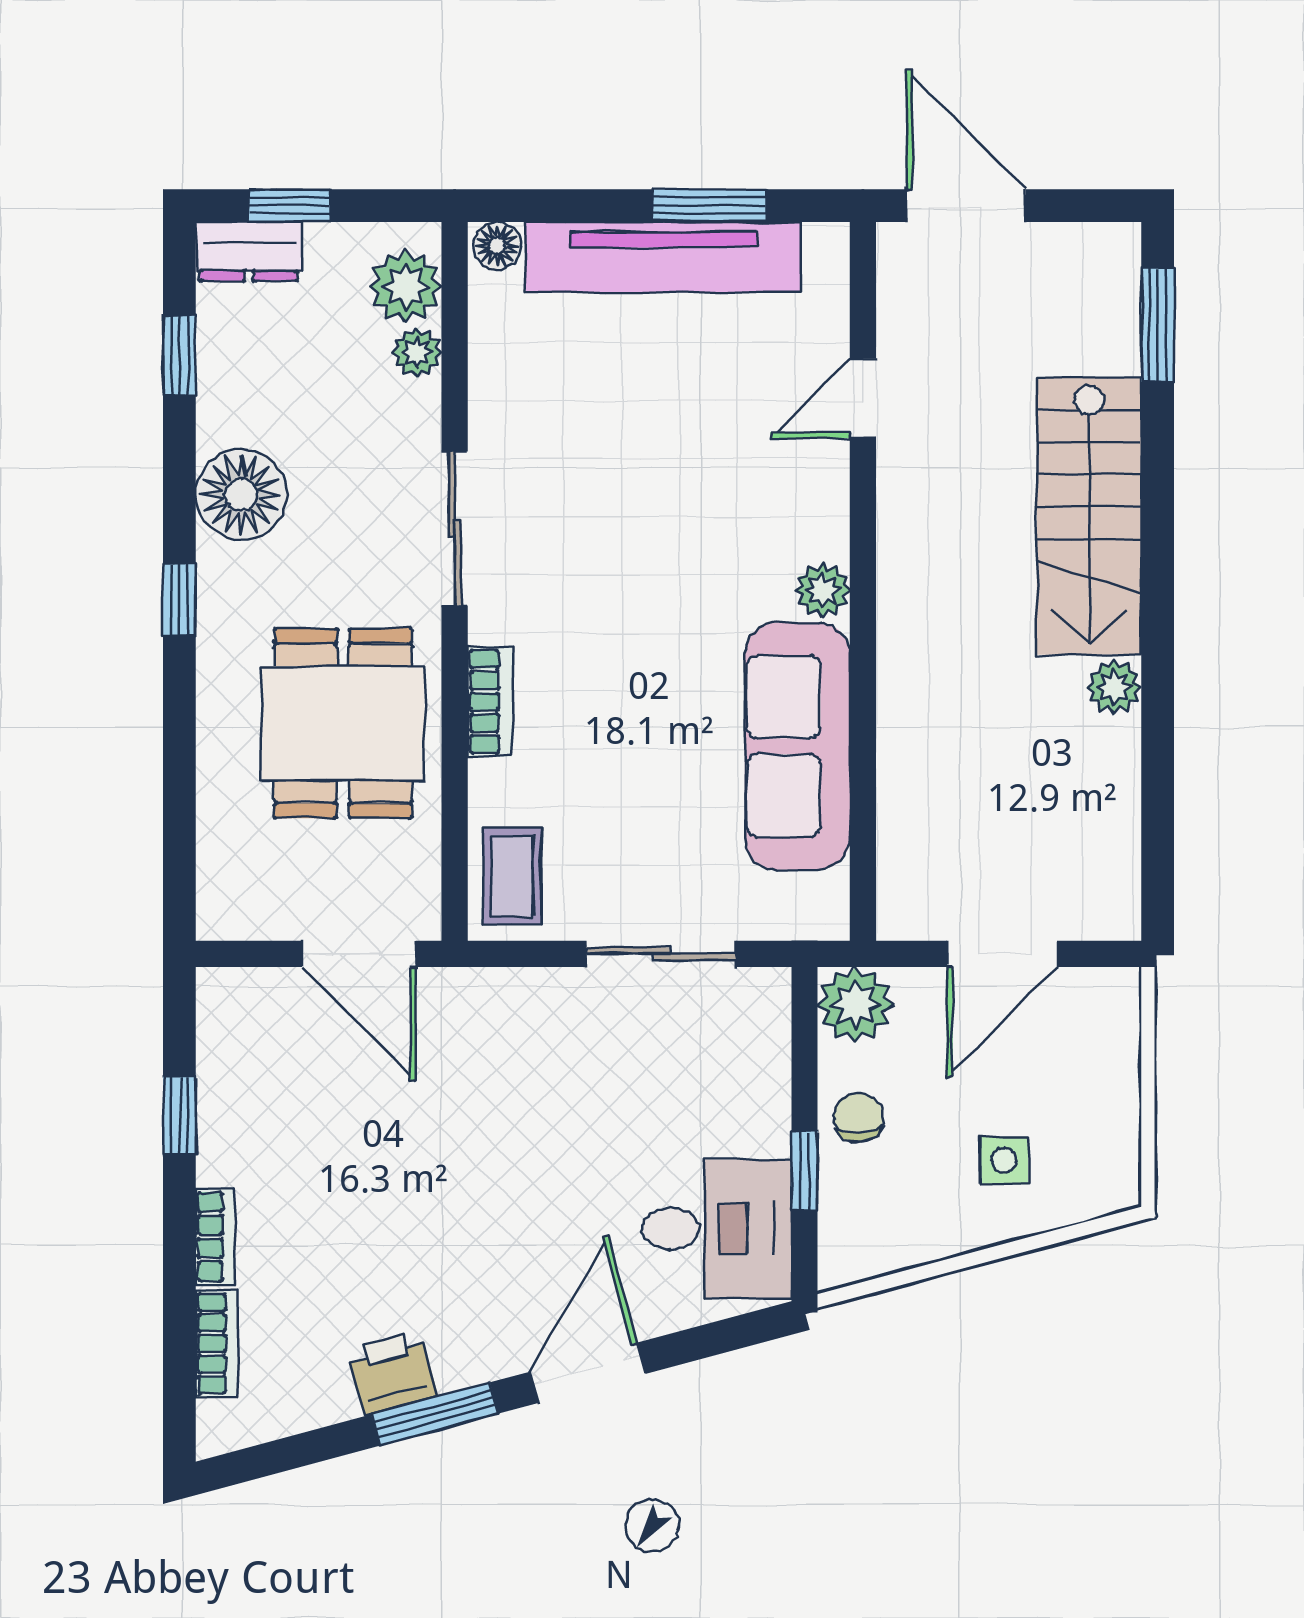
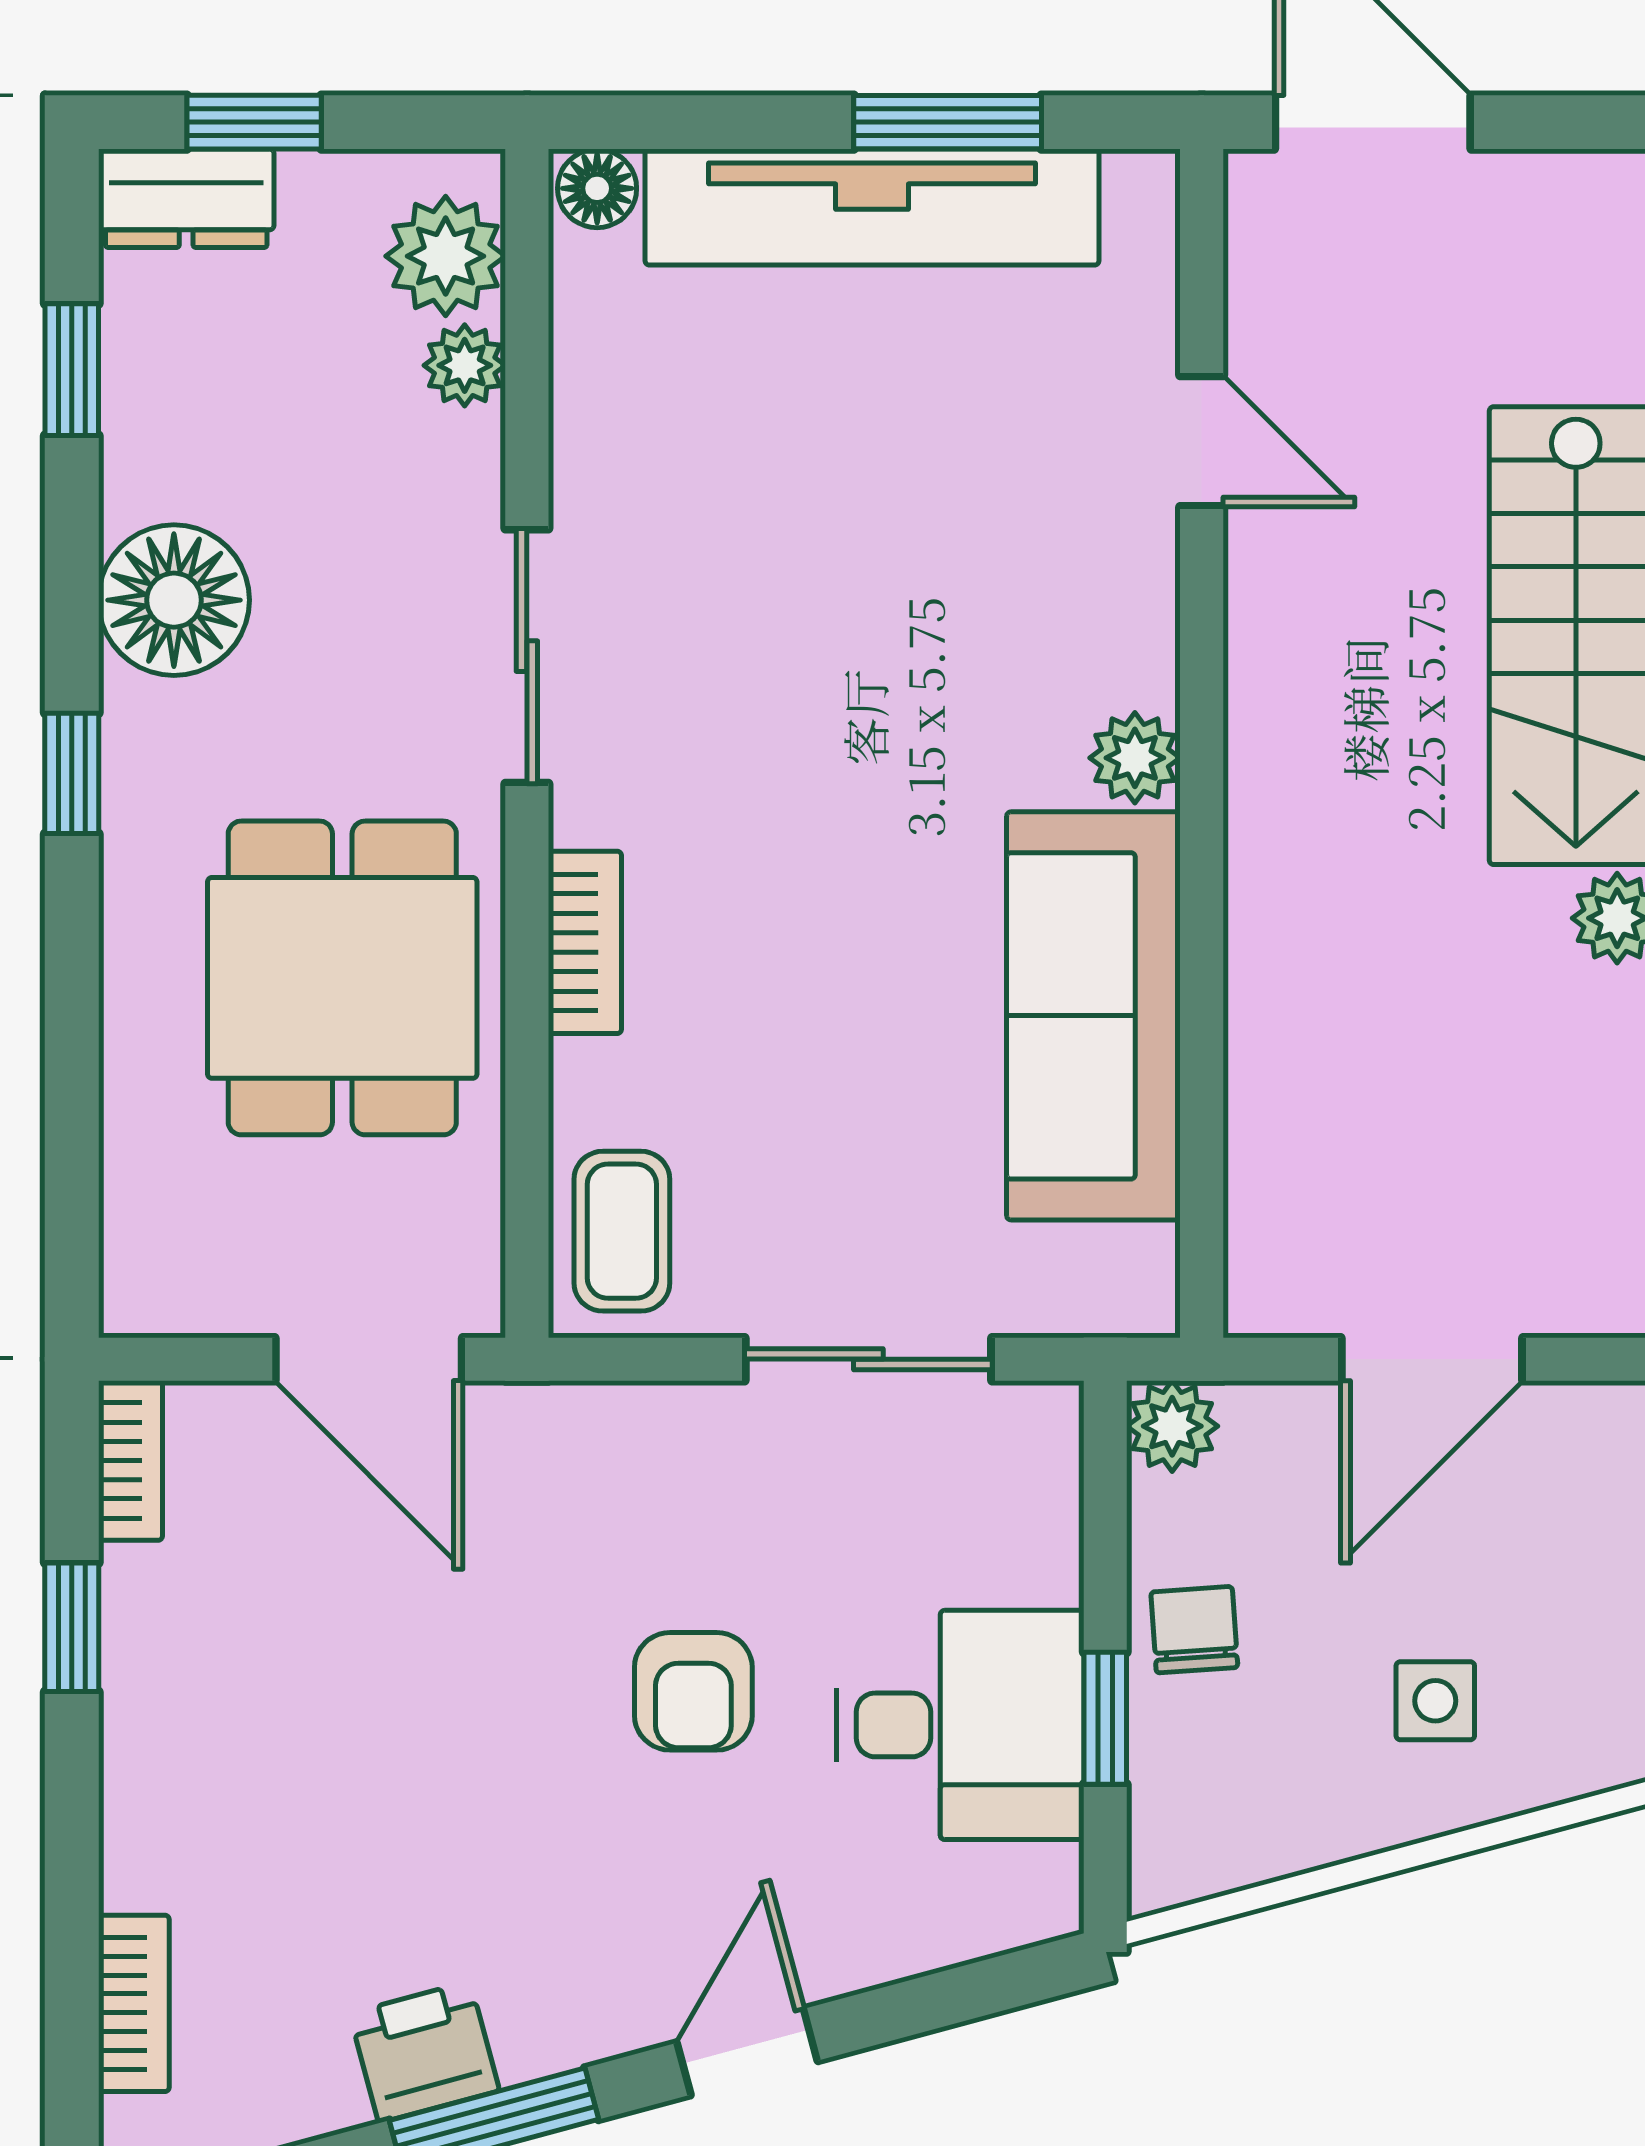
door: (863, 398) -> (1202, 441), swing flipped
plant: (855, 1005) -> (1172, 1426), width x0.73, depth x0.73
armchair: (555, 1155) -> (693, 1691), added
desk: (717, 1229) -> (960, 1725), moved
bookcase: (215, 1237) -> (130, 1460), moved
door: (588, 1373) -> (747, 2052), width x0.73

